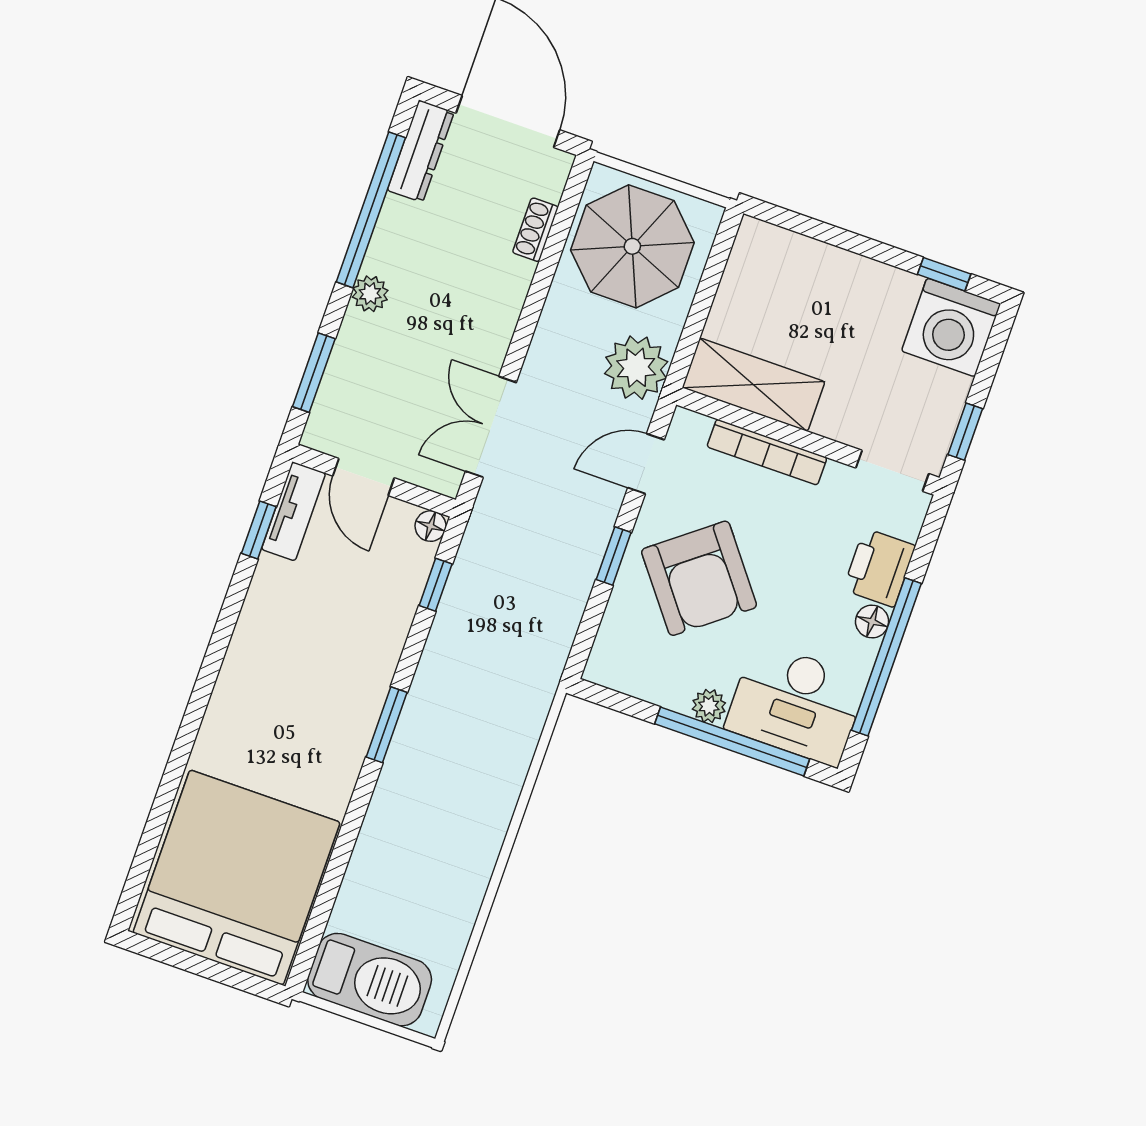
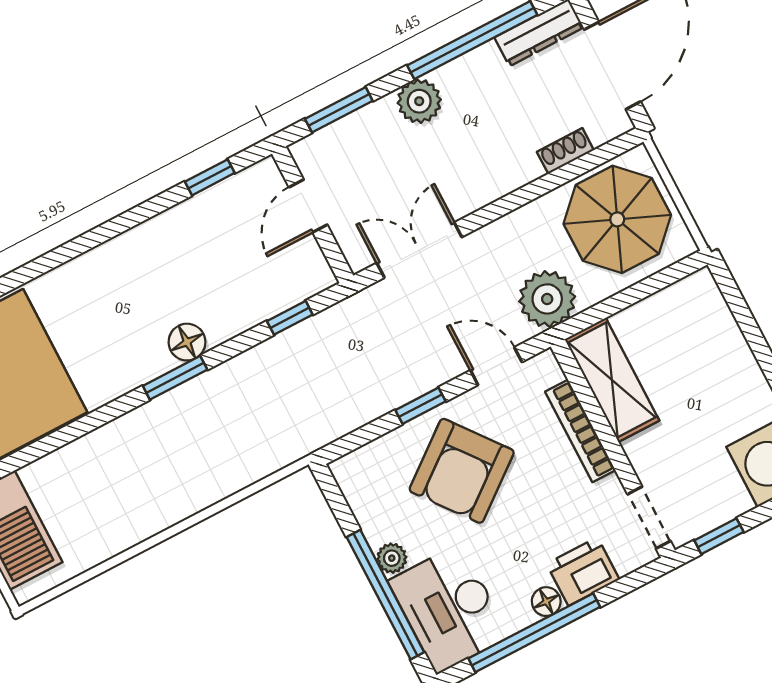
plant: (370, 294) -> (419, 101), width x1.38, depth x1.38
tv unit: (294, 511) -> (243, 186), removed
floor lamp: (431, 526) -> (187, 342), moved, width x1.37, depth x1.37

